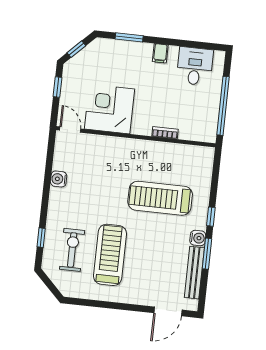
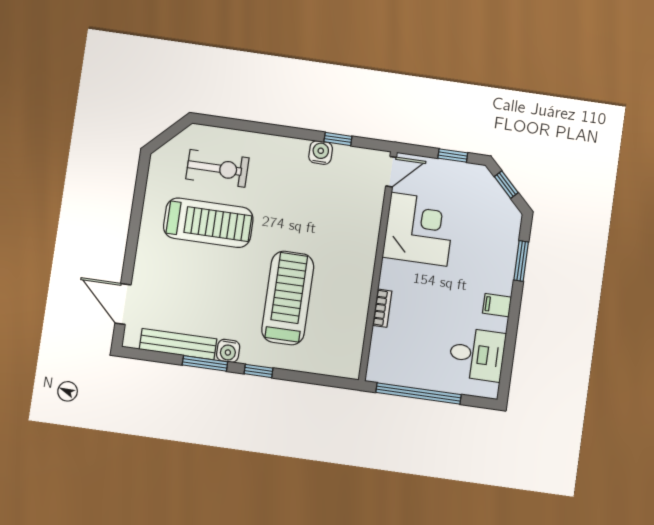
window: (41, 238) -> (338, 139), moved

